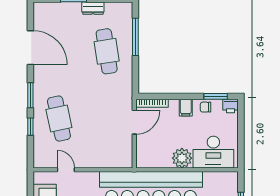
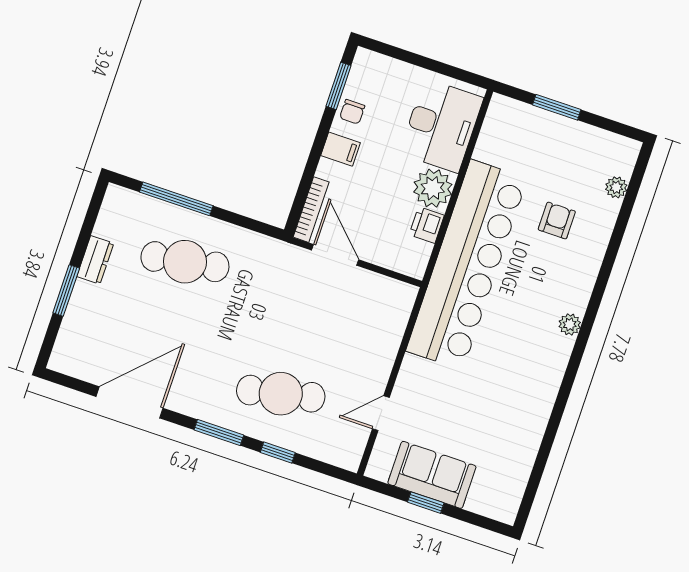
printer: (231, 106) -> (427, 225), moved, turned 180

